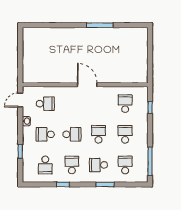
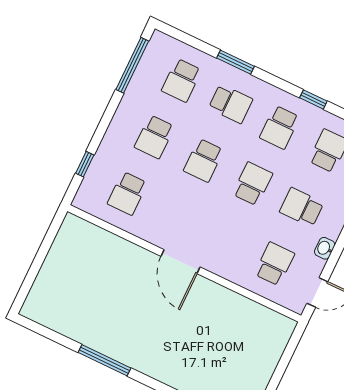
school desk: (45, 104) -> (275, 264), turned 90
school desk: (45, 134) -> (302, 207), turned 180
school desk: (72, 134) -> (253, 184), turned 90

